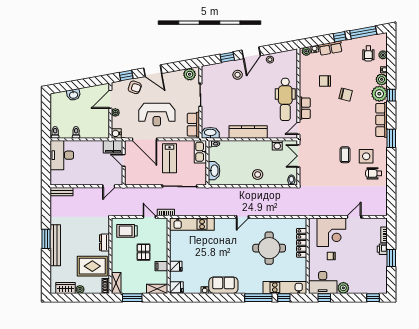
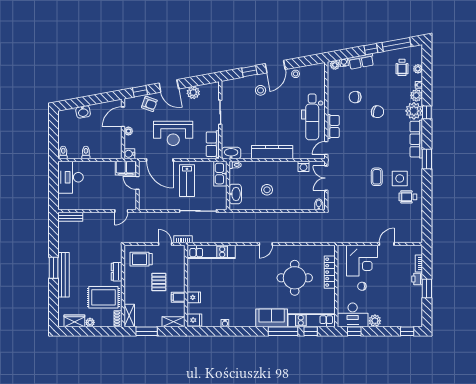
plant: (190, 74) -> (193, 93), moved
stool: (258, 174) -> (267, 190), moved
sofa: (223, 285) -> (272, 318), moved

